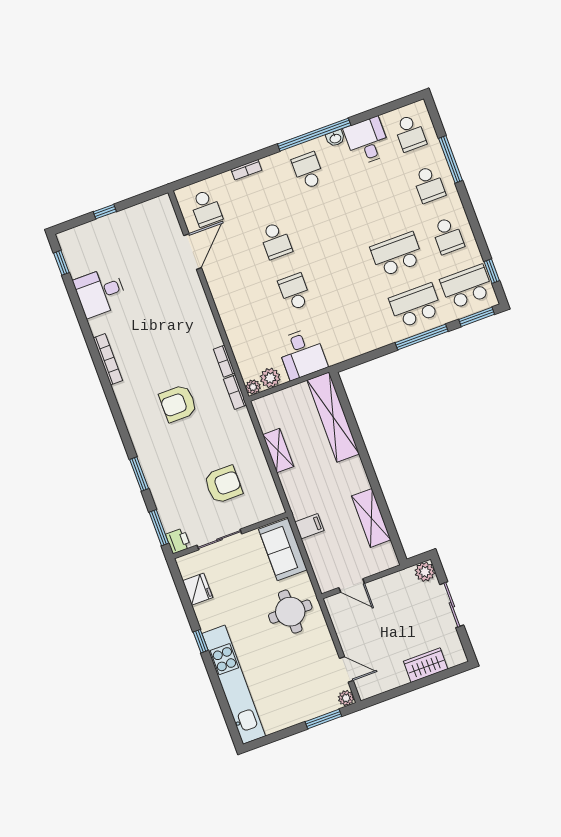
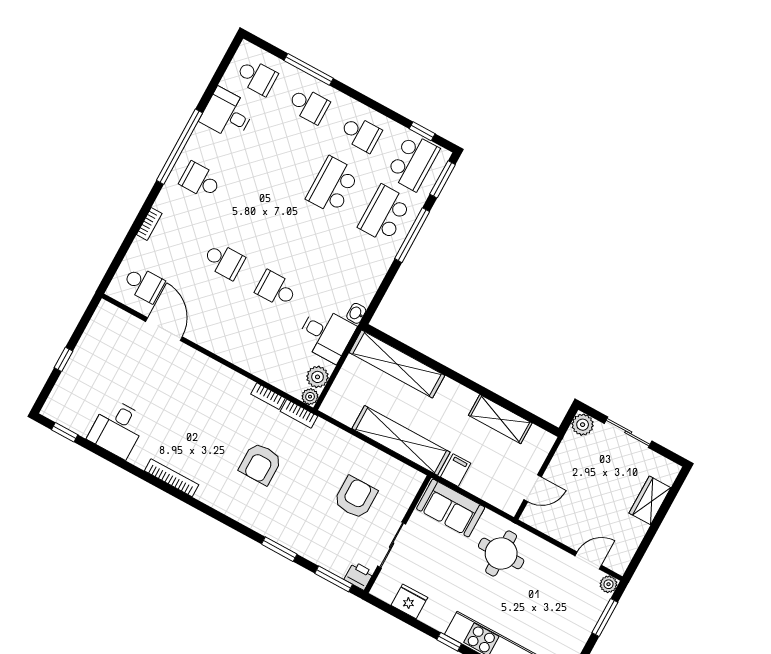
washbasin: (335, 138) -> (356, 313), moved, turned 180
school desk: (467, 287) -> (413, 162), turned 180
shelving: (278, 451) -> (401, 440), width x2.20, depth x1.33

